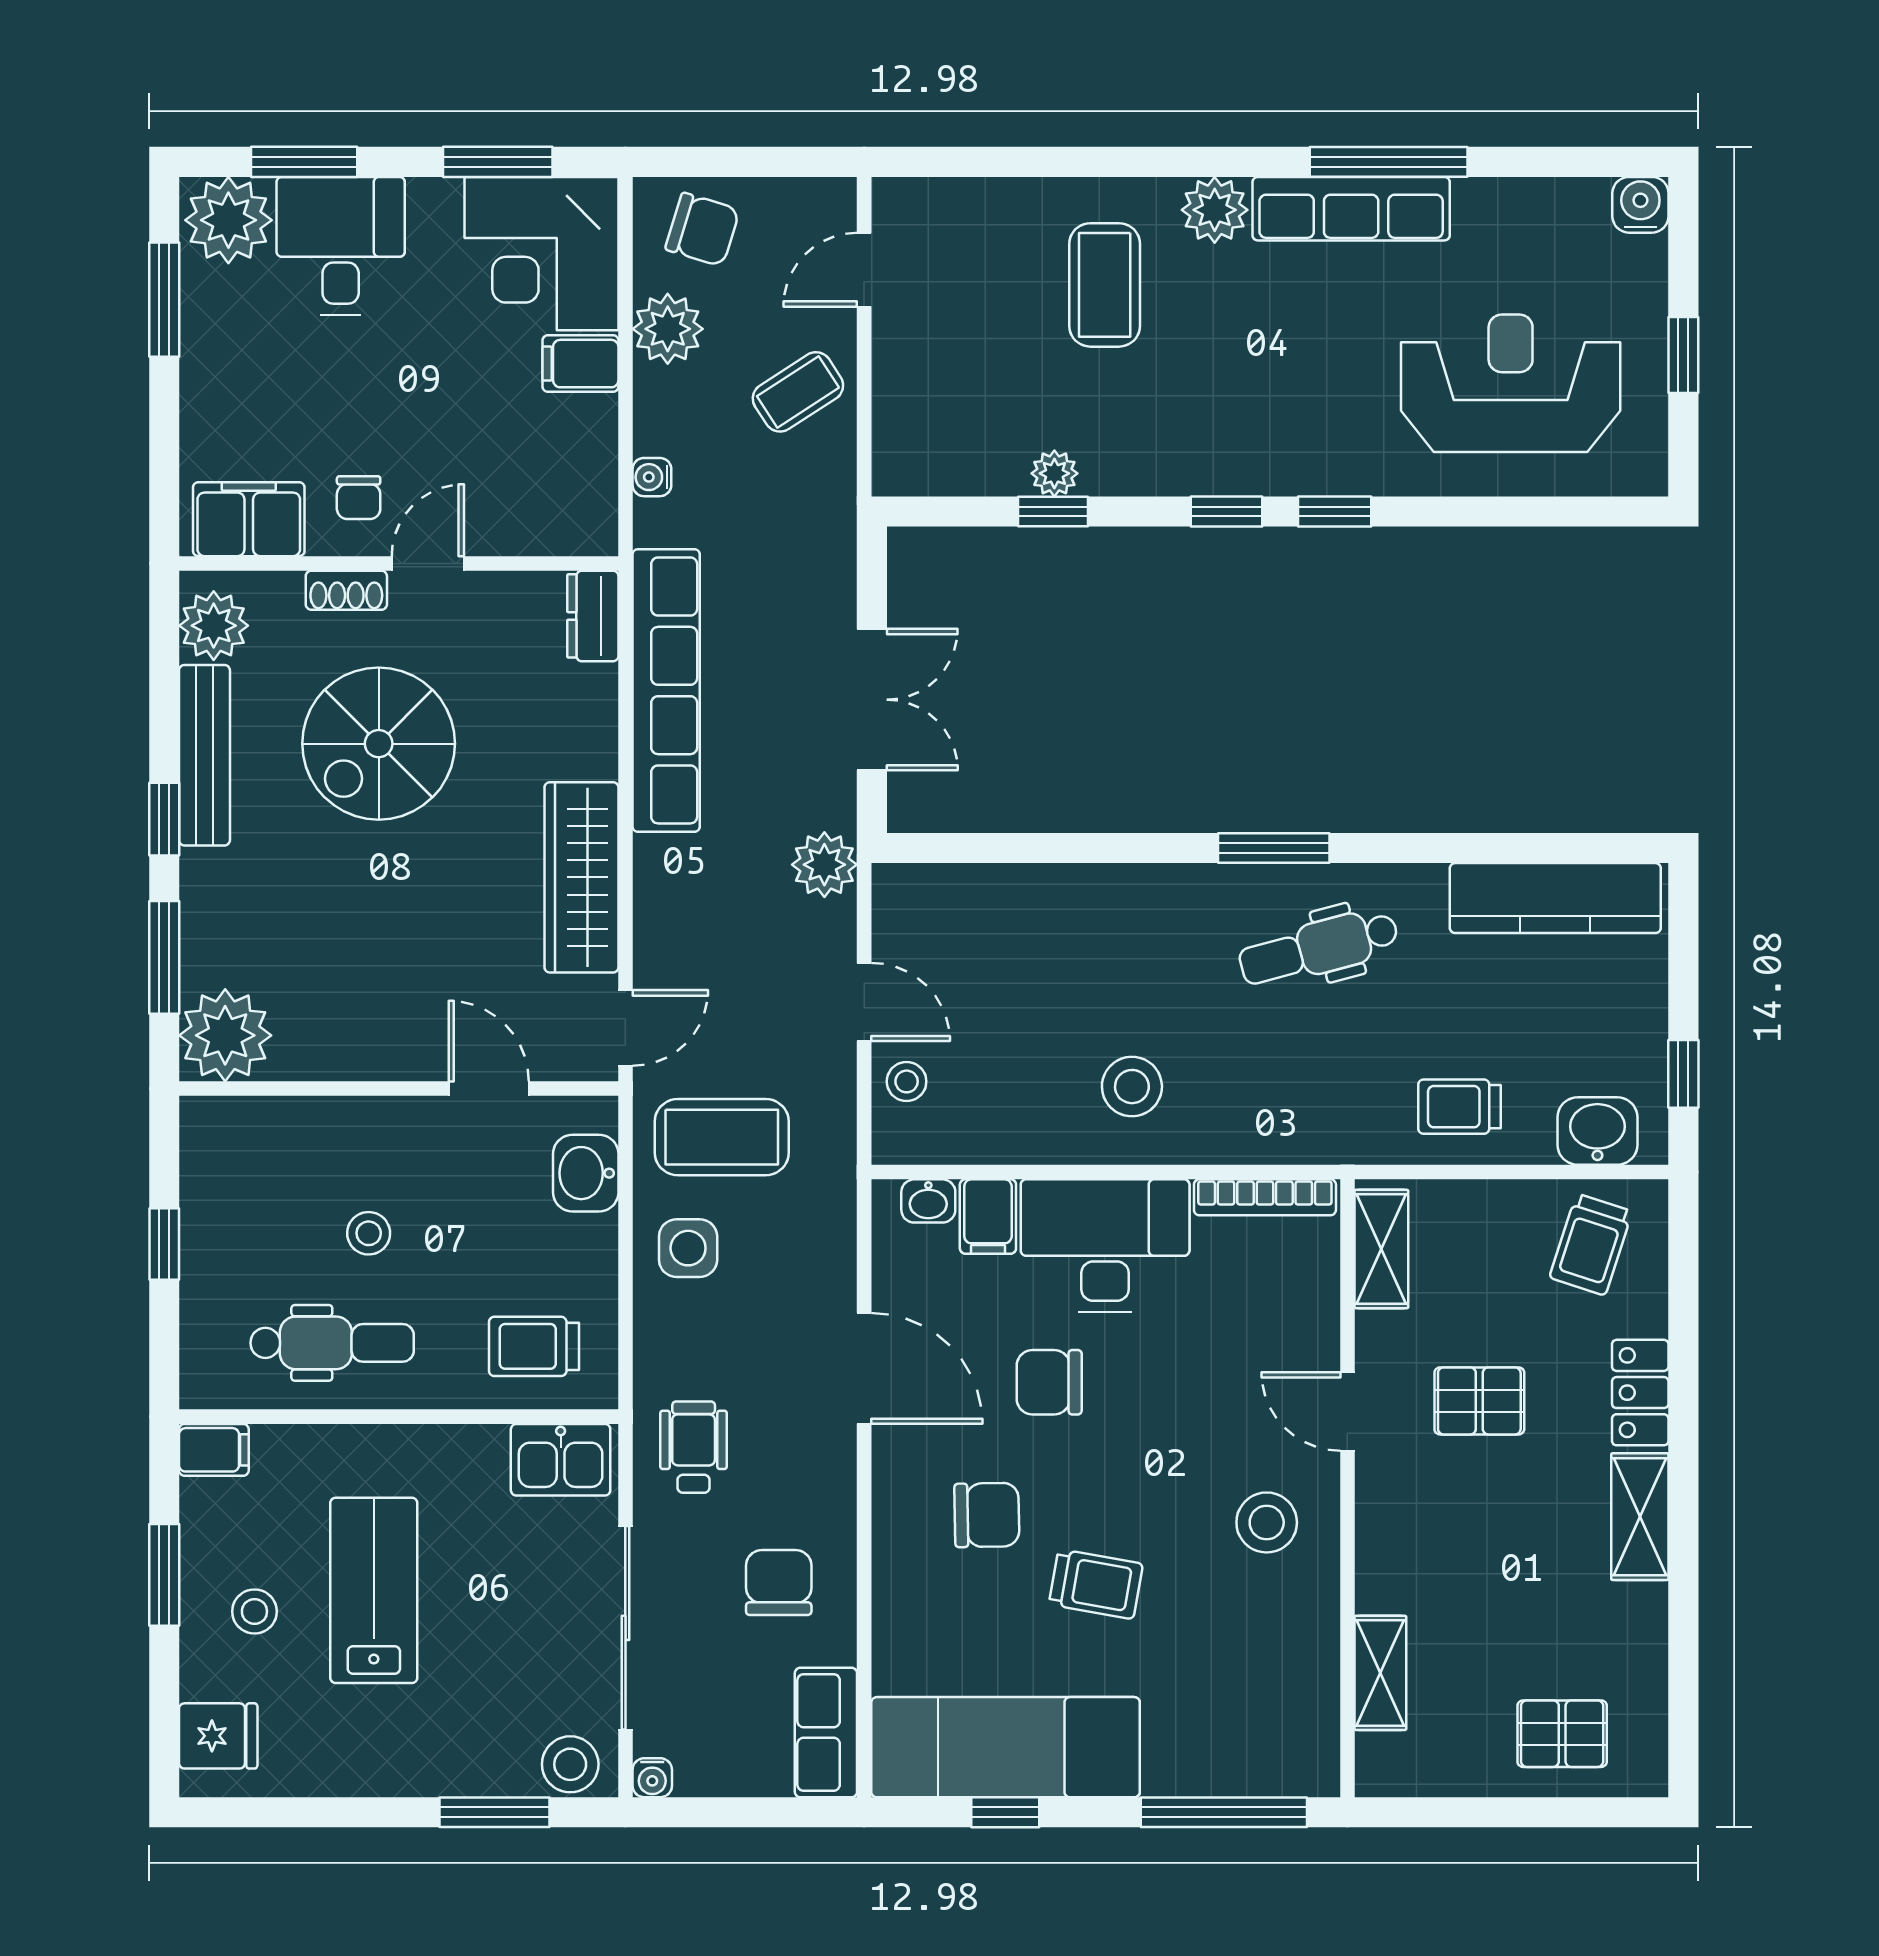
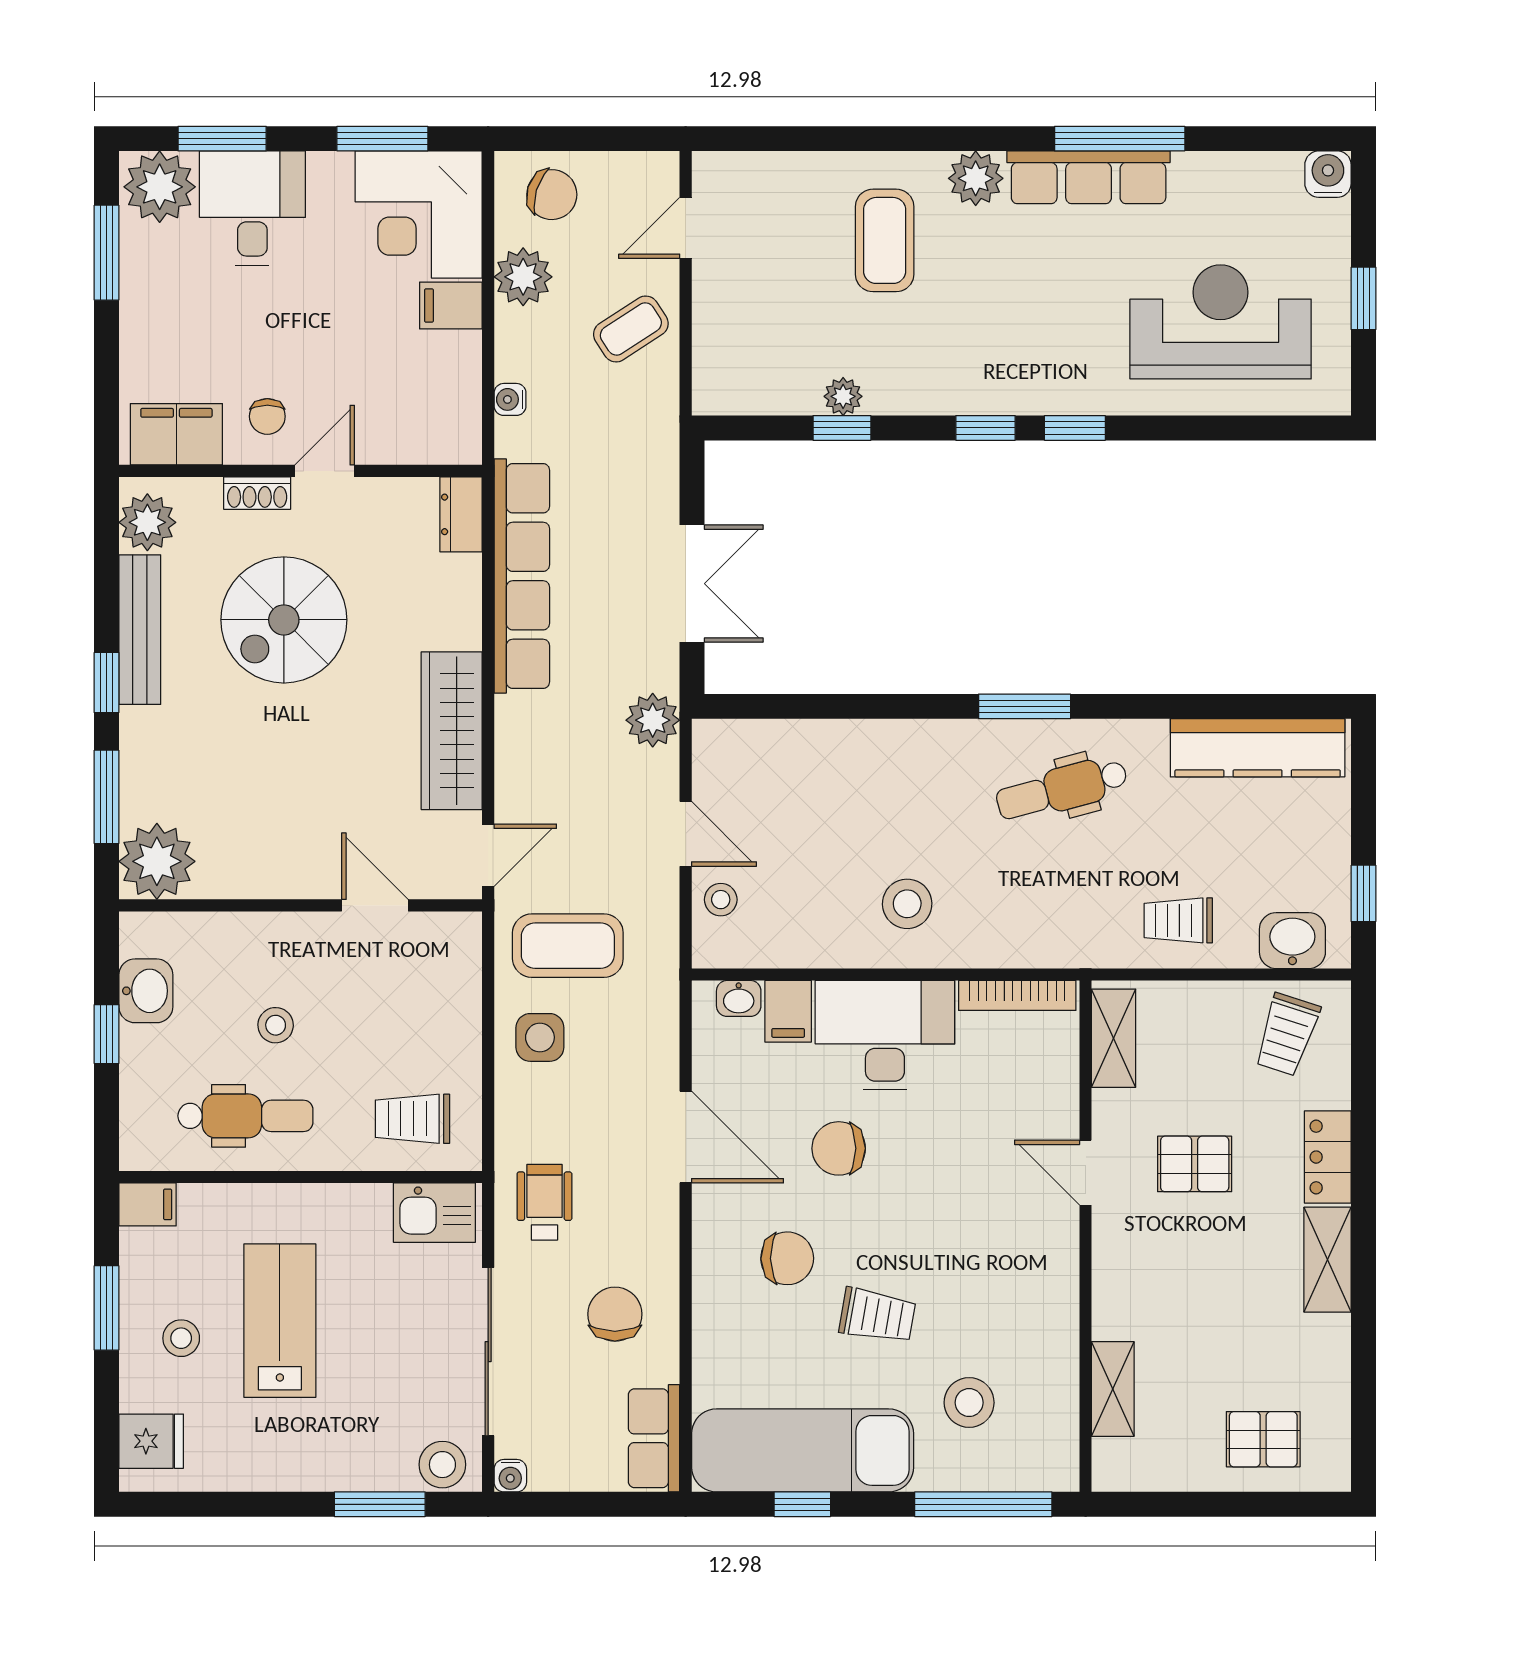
washbasin: (586, 1173) -> (146, 991), moved, turned 180
stool: (1267, 1522) -> (969, 1403), moved

